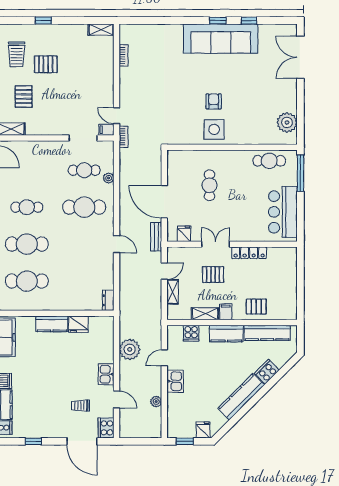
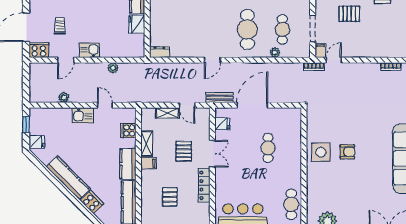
pallet: (68, 99) -> (349, 14), added
cafe table: (209, 185) -> (268, 148), turned 90
pallet: (256, 307) -> (170, 197), moved
plant: (130, 349) -> (113, 68), width x0.53, depth x0.53

